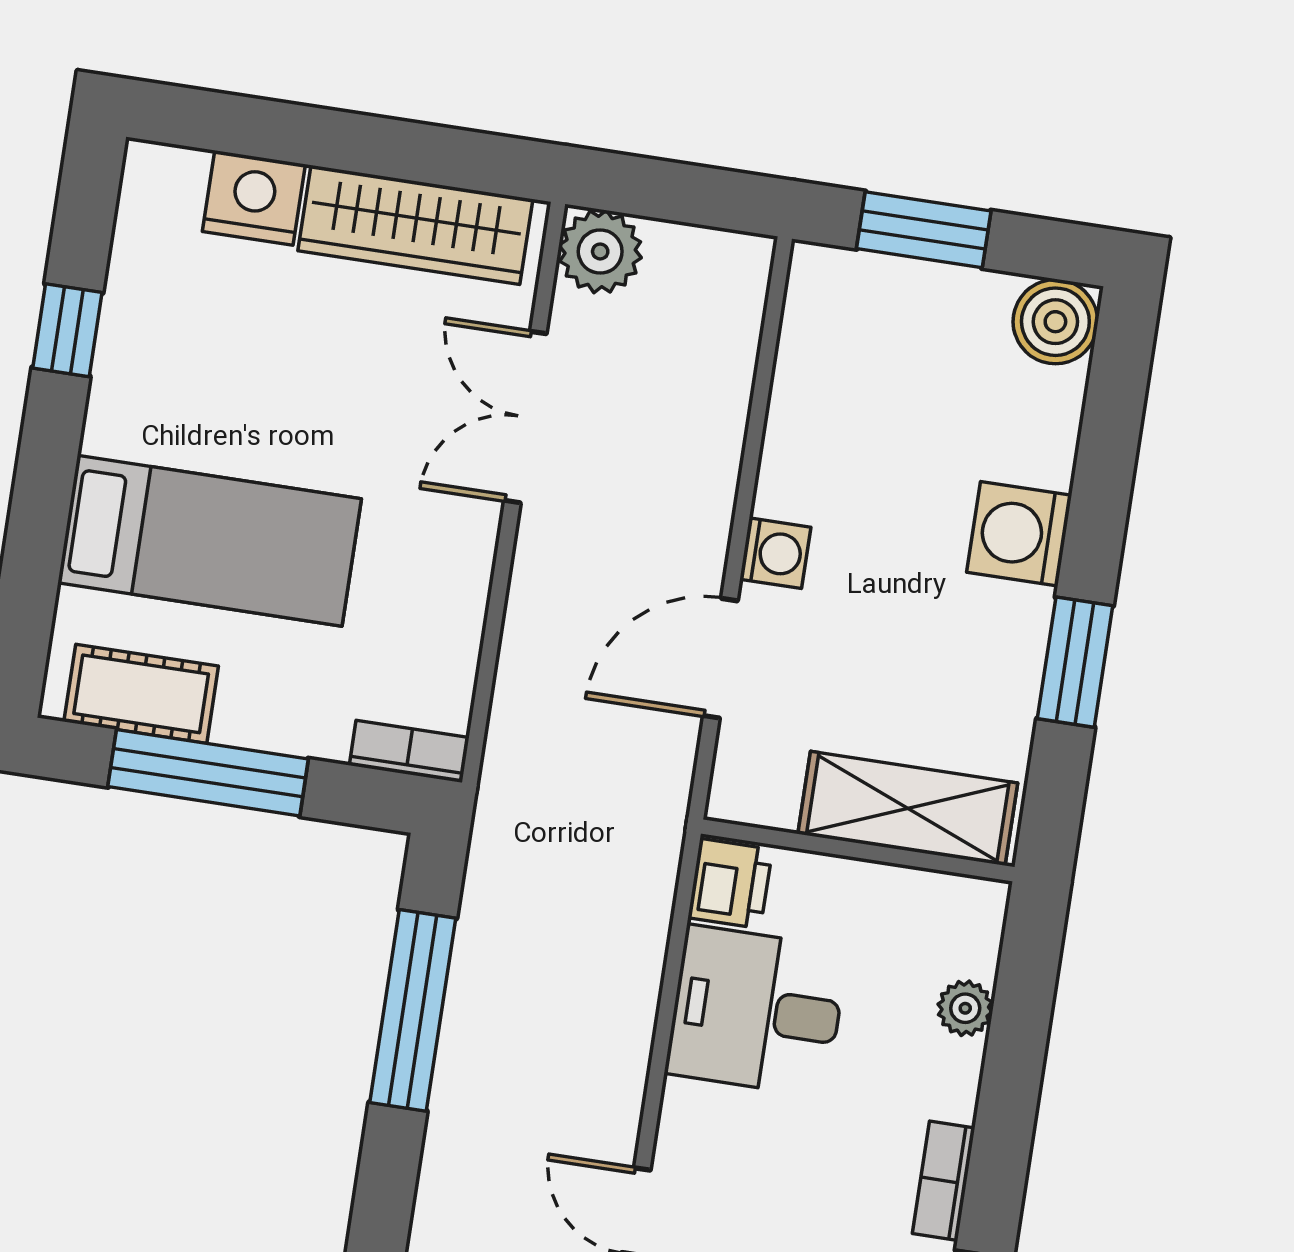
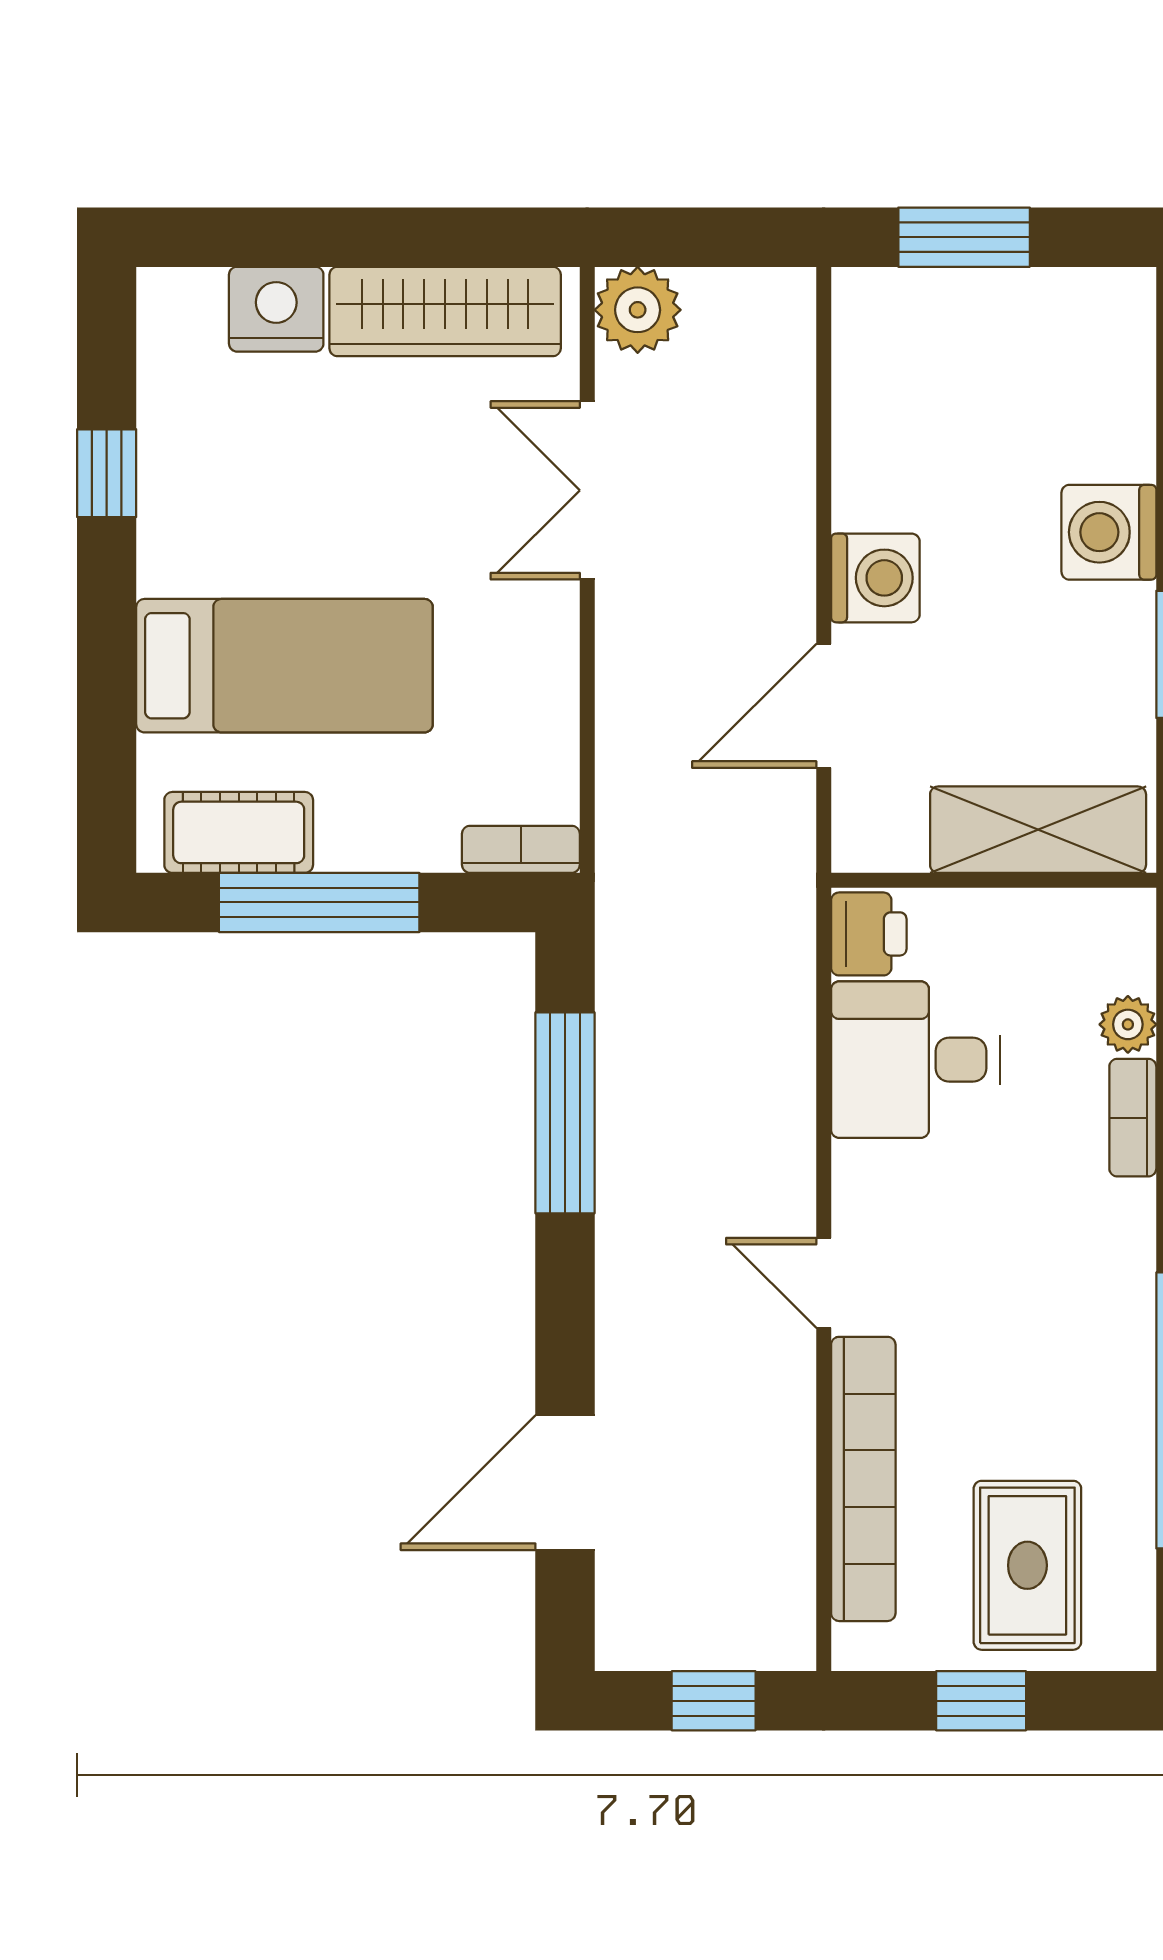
boiler: (1055, 322) -> (1113, 310), removed
washing machine: (775, 553) -> (875, 578), width x1.38, depth x1.38
bookcase: (944, 1181) -> (1133, 1118), moved

